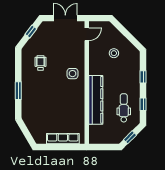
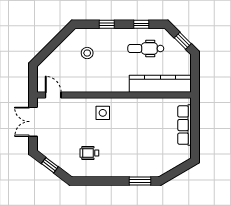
stool: (114, 53) -> (87, 53), moved
window: (18, 91) -> (140, 181), moved
kitchen counter: (96, 100) -> (160, 84), moved

